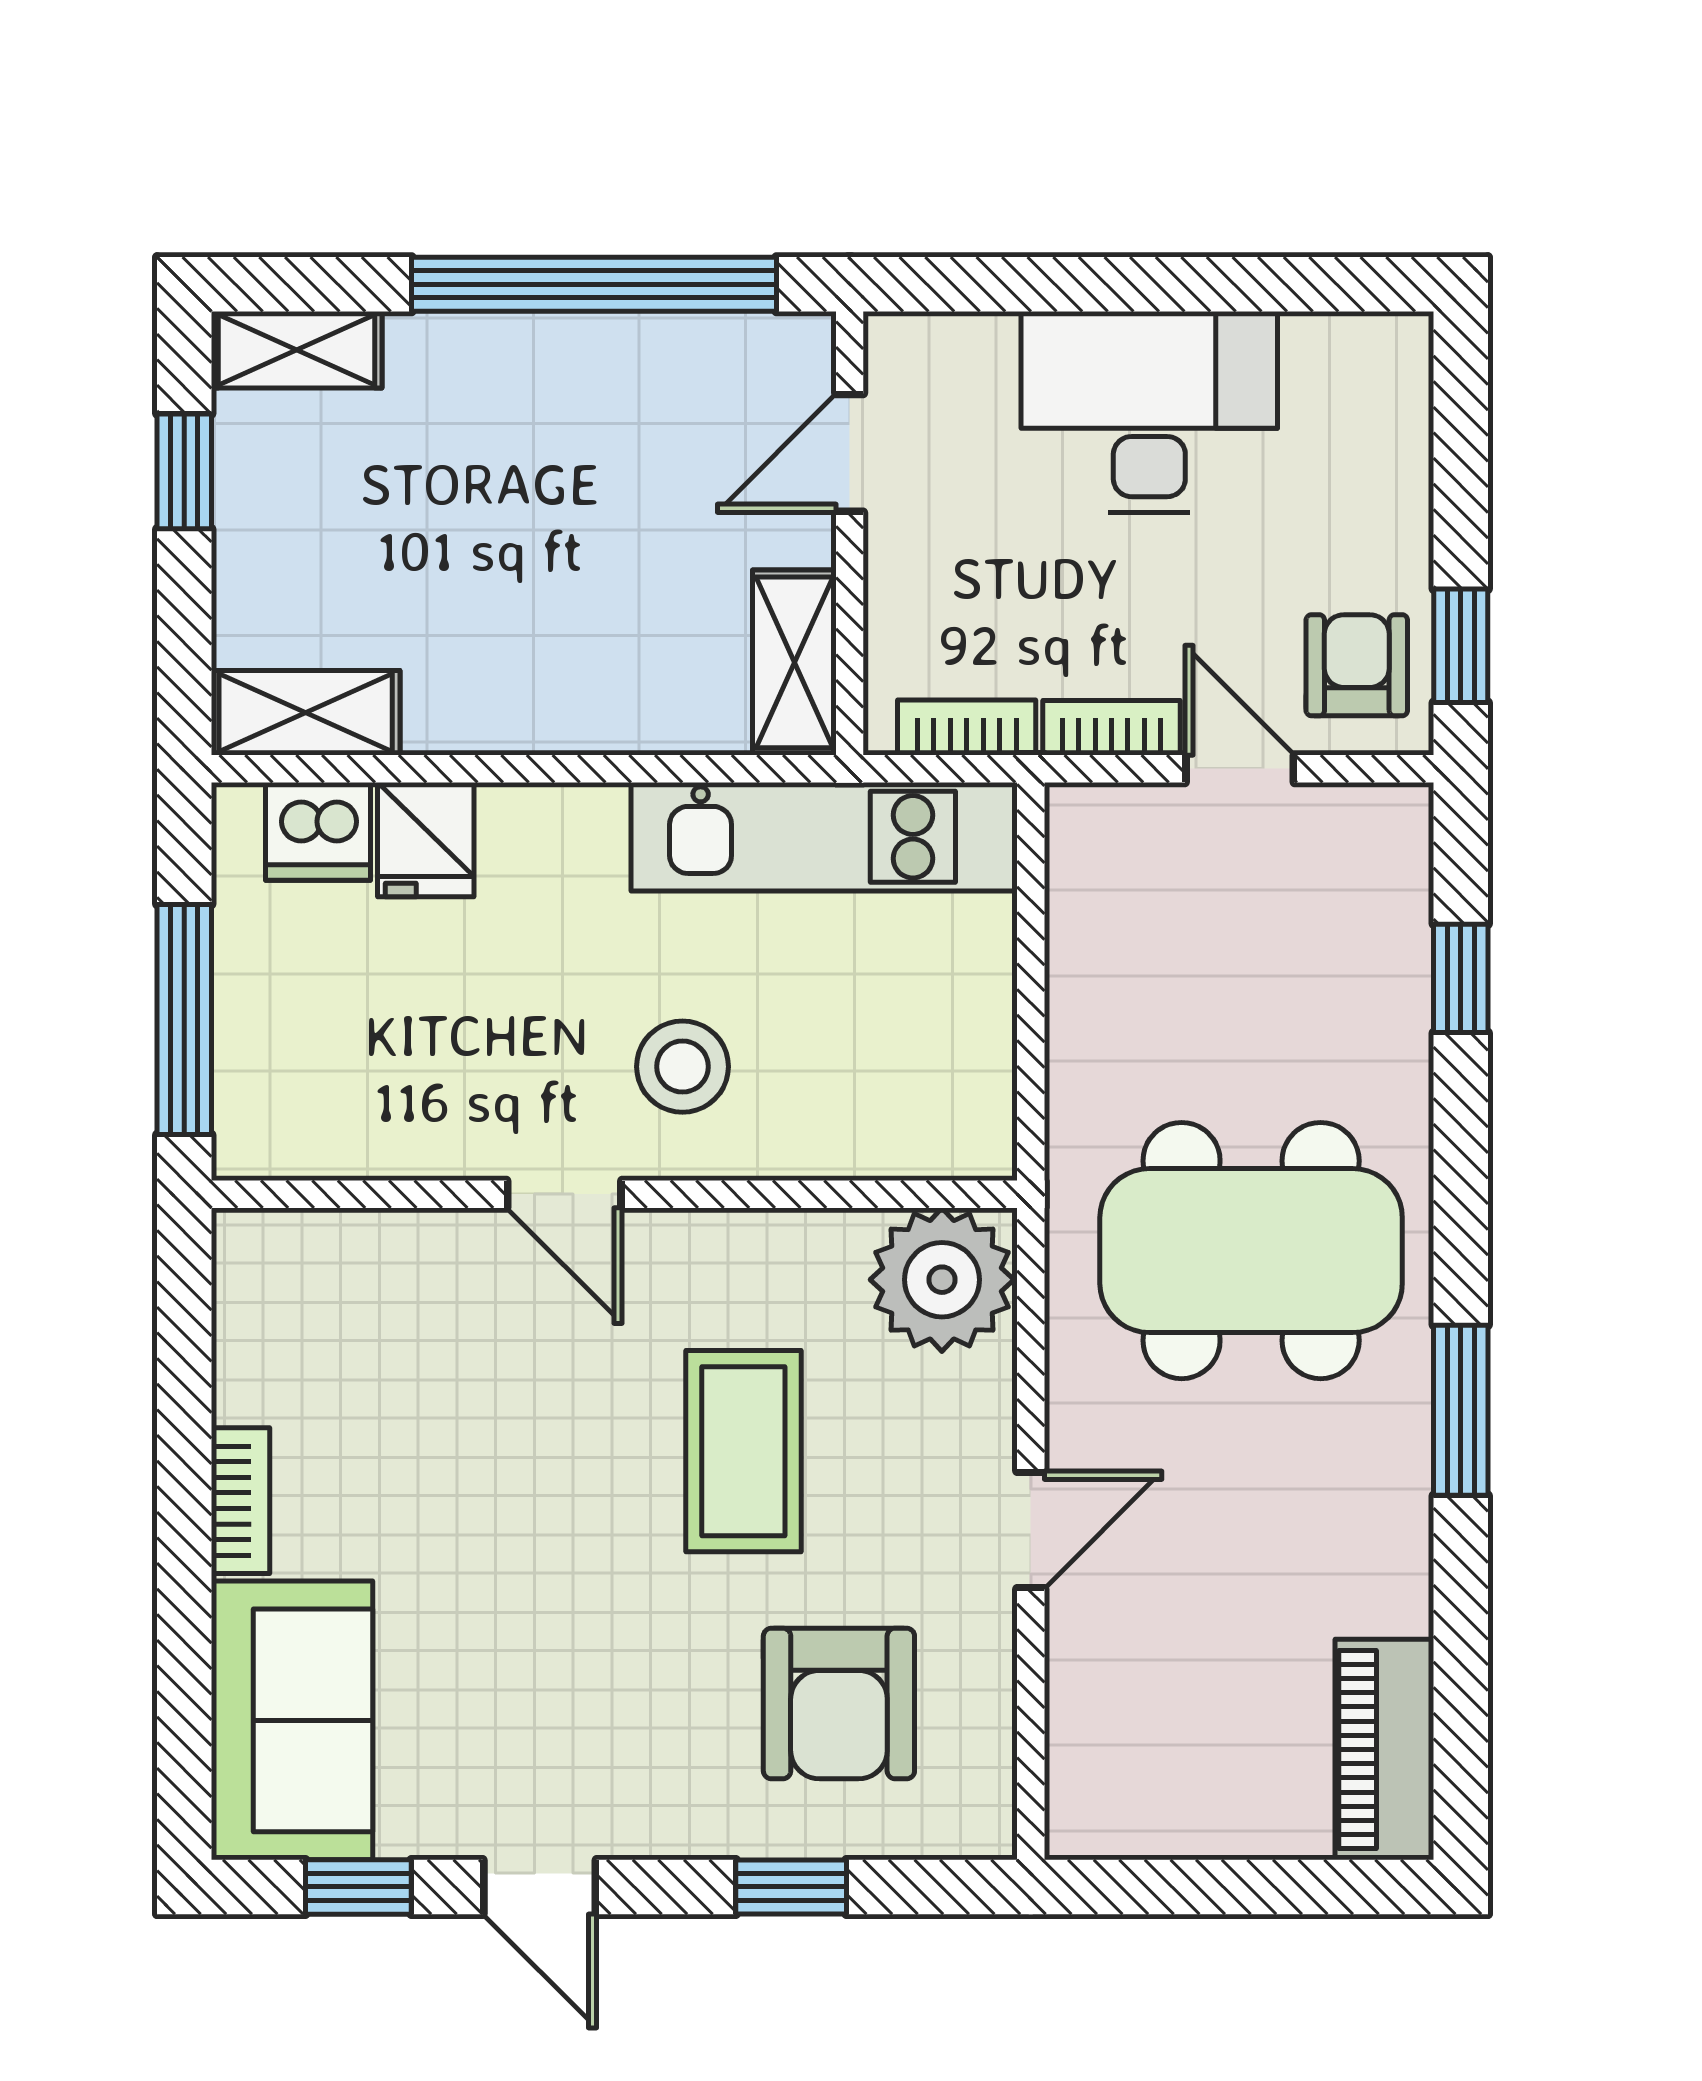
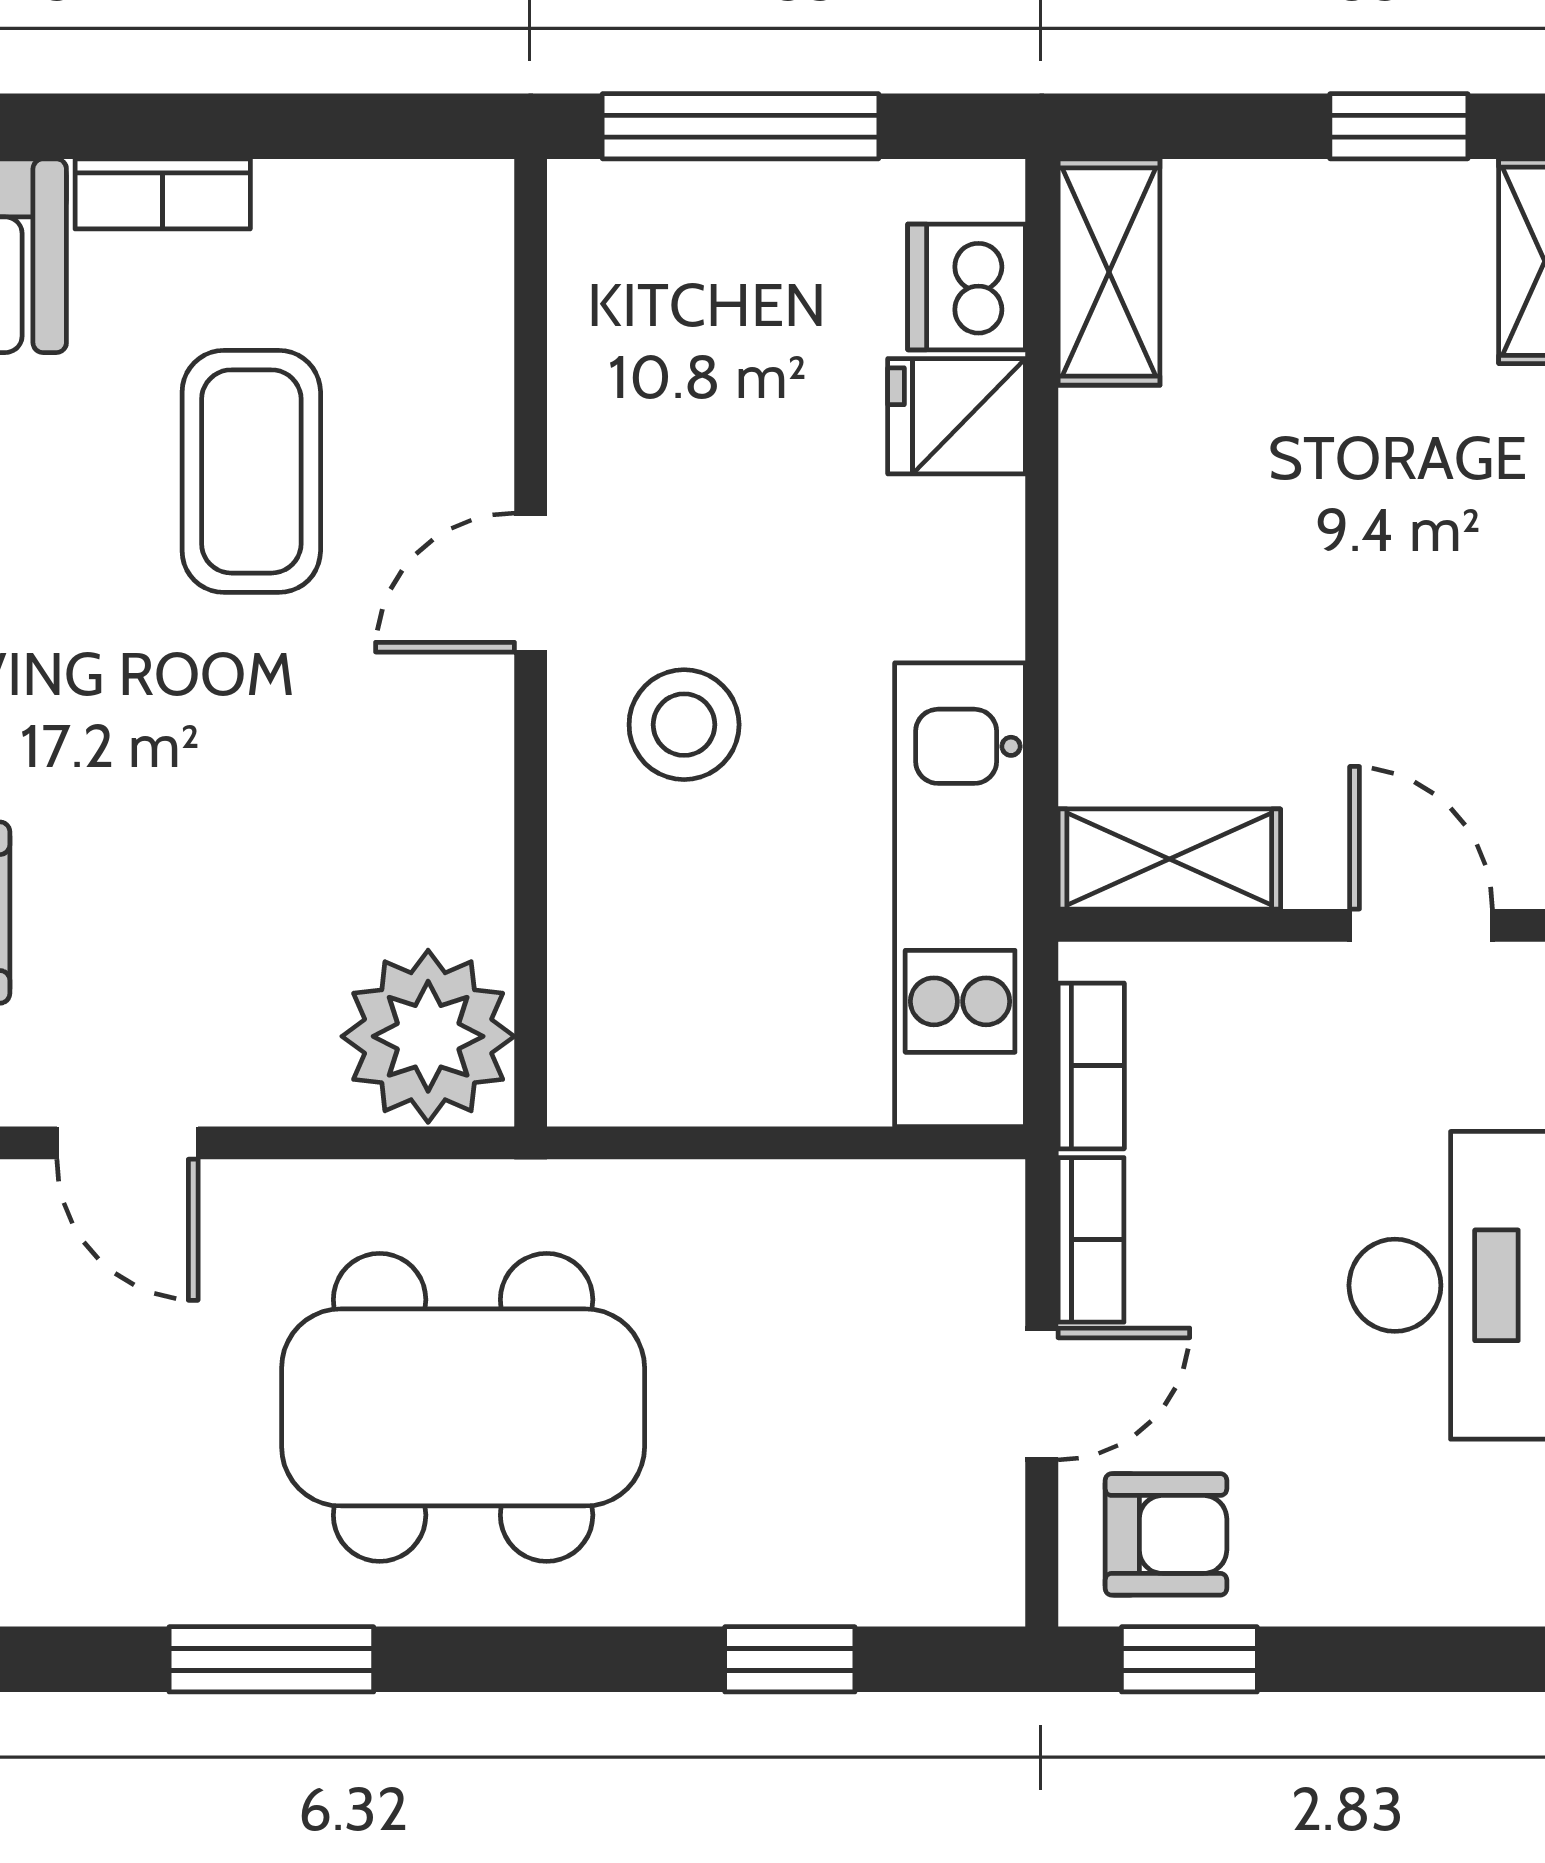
dining table: (1251, 1251) -> (463, 1407), turned 90
coffee table: (743, 1451) -> (251, 471), moved, turned 90

